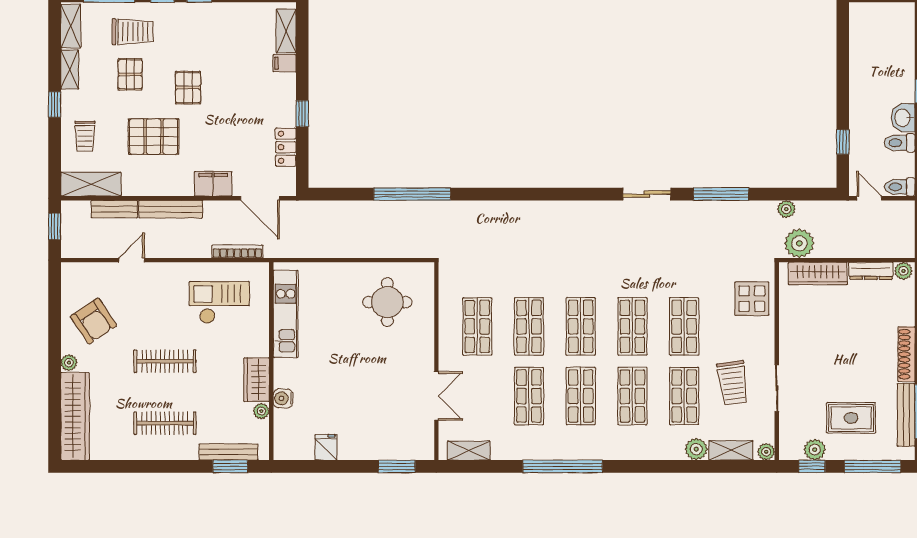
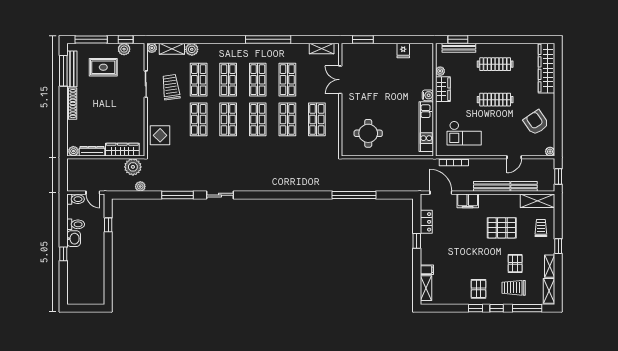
pallet: (188, 88) -> (479, 289), moved
plant: (69, 363) -> (550, 152), moved
water cooler: (283, 398) -> (428, 95), moved

